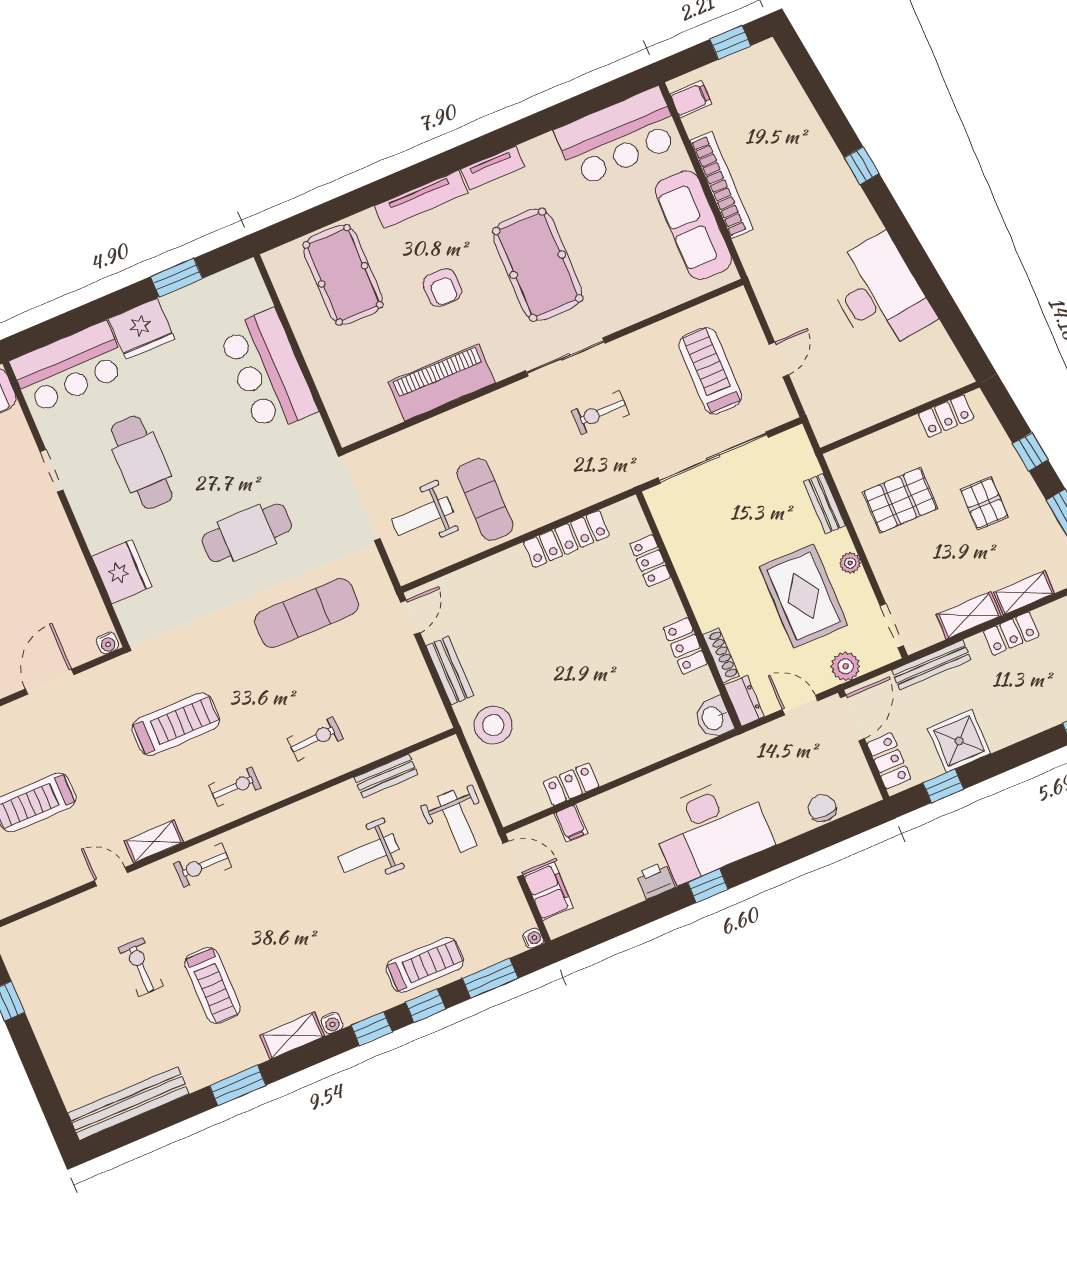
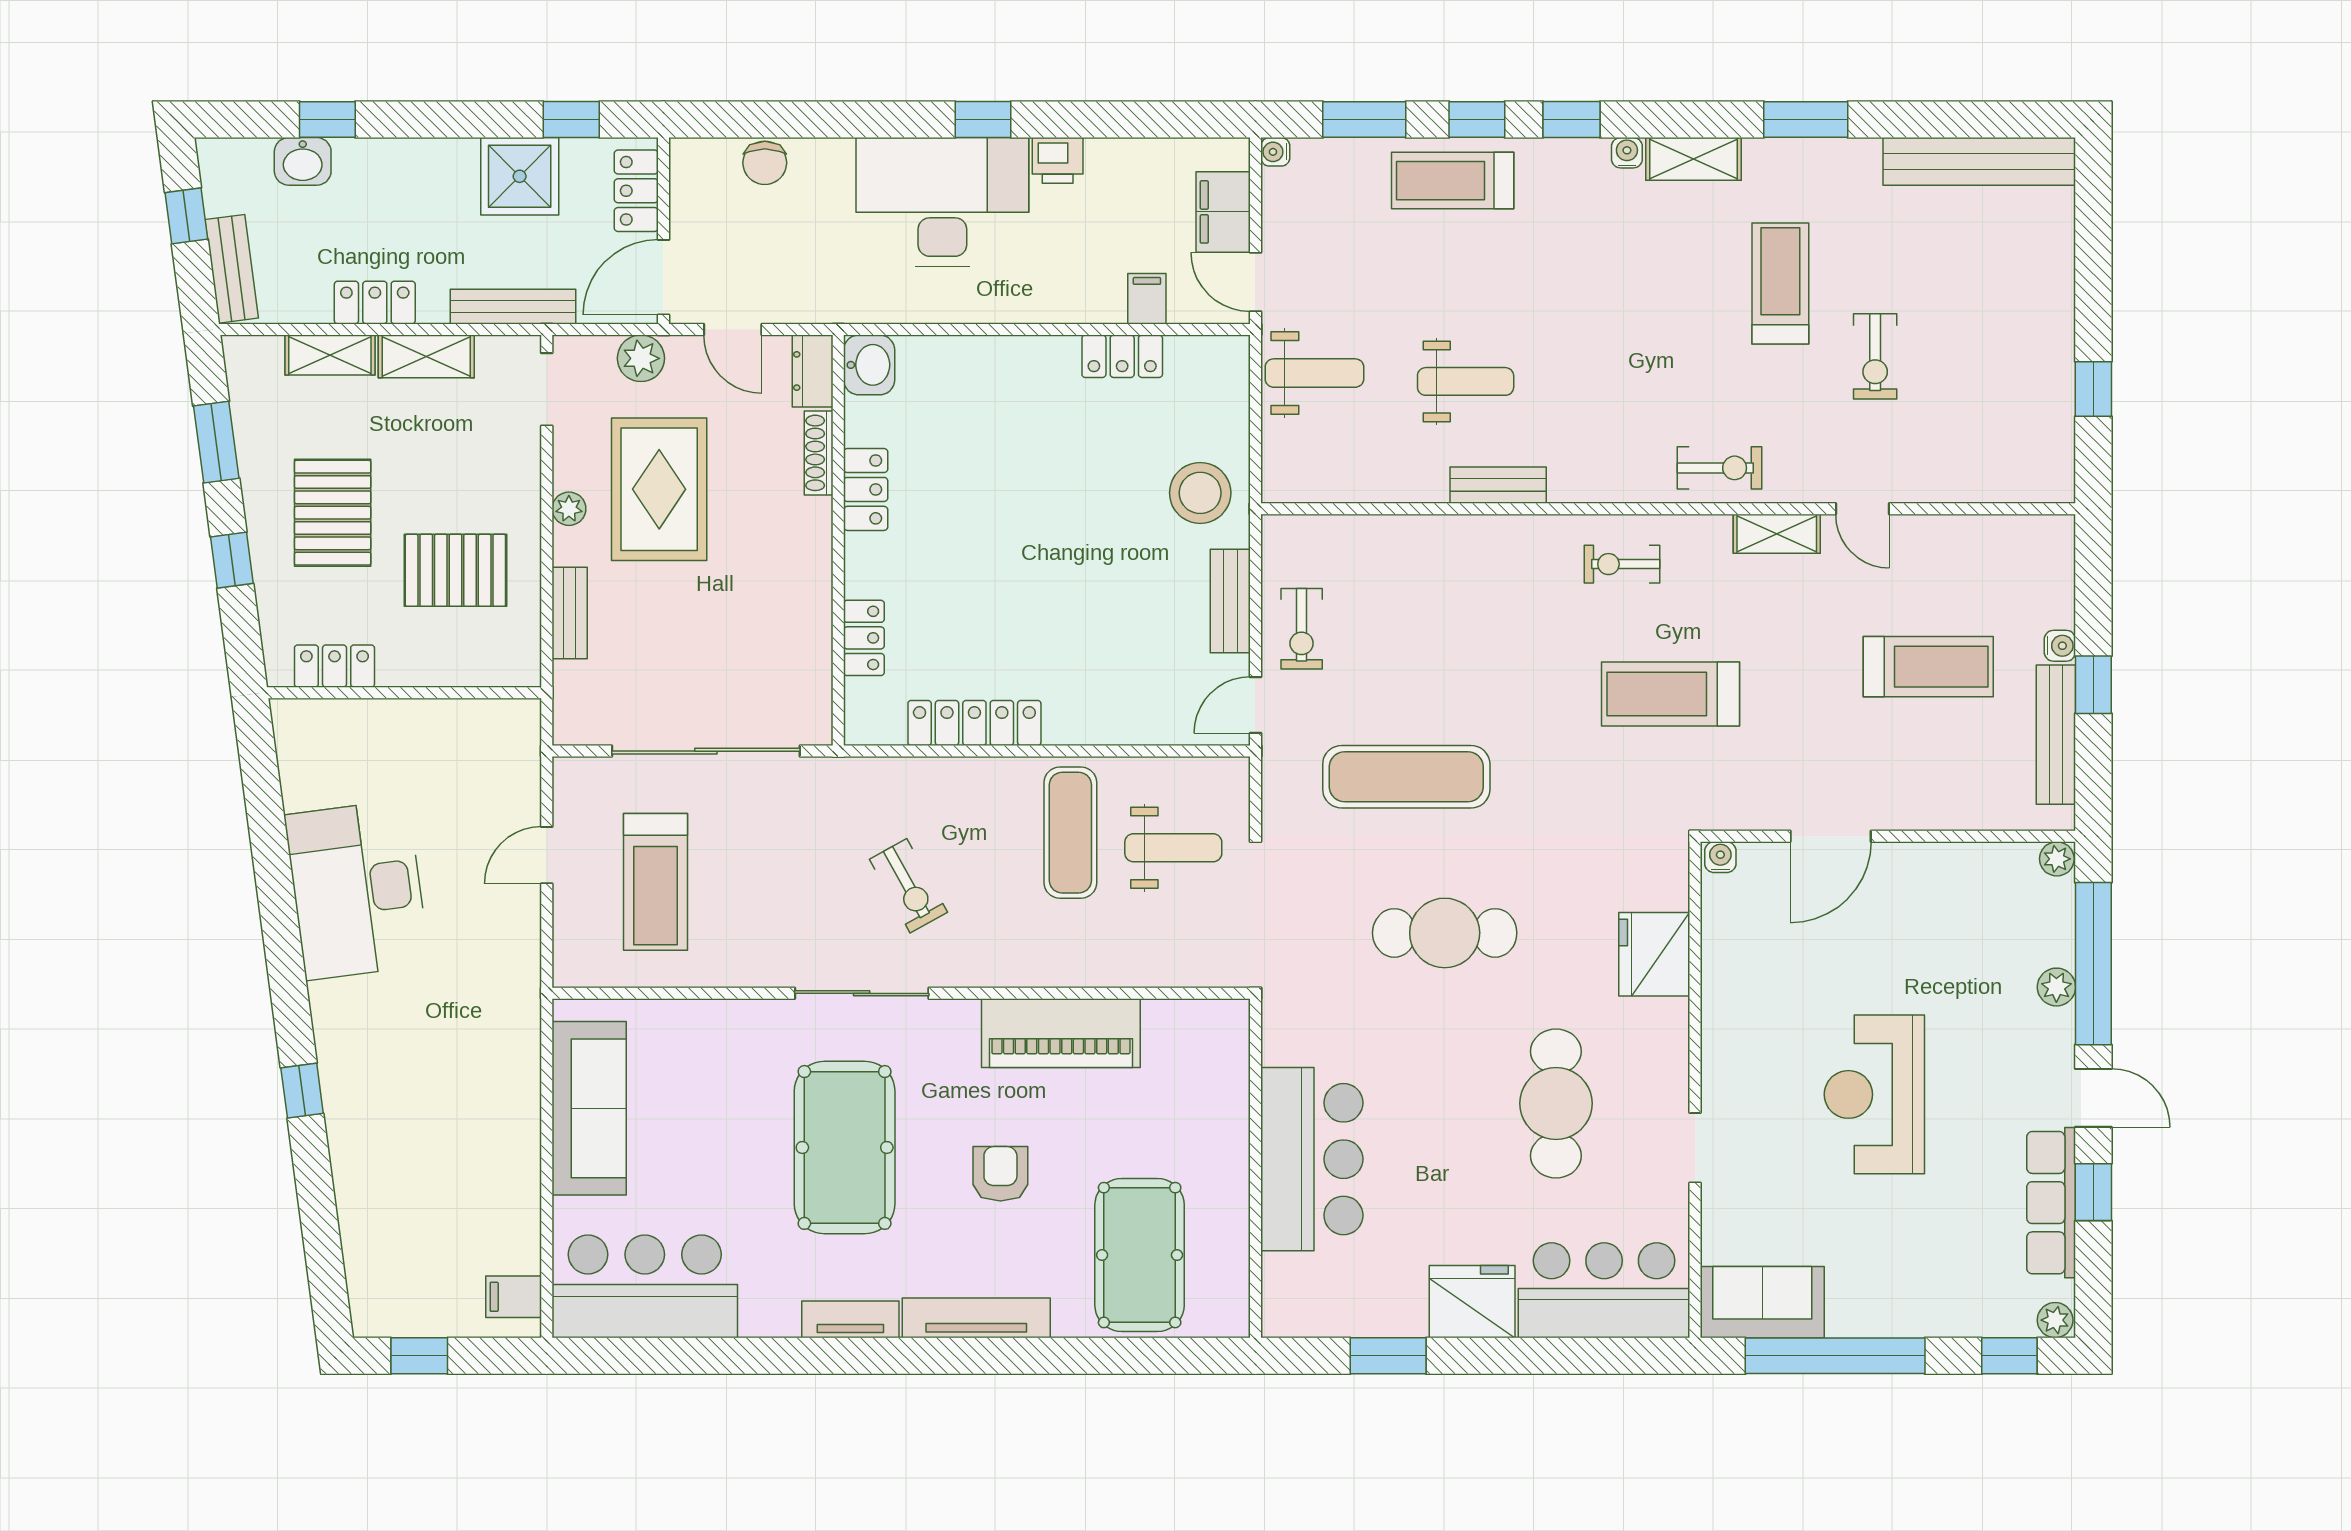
bookcase: (721, 185) -> (522, 1150), removed
exercise bike: (600, 413) -> (908, 886), moved, turned 61
pallet: (984, 503) -> (333, 513), width x1.50, depth x1.42
exercise bike: (315, 739) -> (1302, 629), moved, turned -87
bench: (386, 776) -> (1498, 485), moved
weight bench: (457, 821) -> (1314, 373), turned 90

